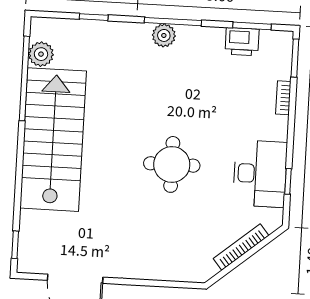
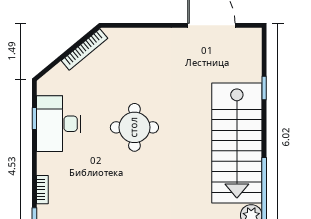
window: (15, 245) -> (264, 88), moved
bookcase: (241, 247) -> (84, 49), moved

